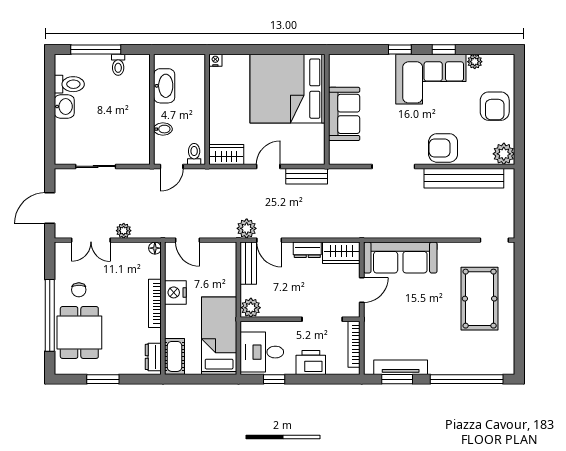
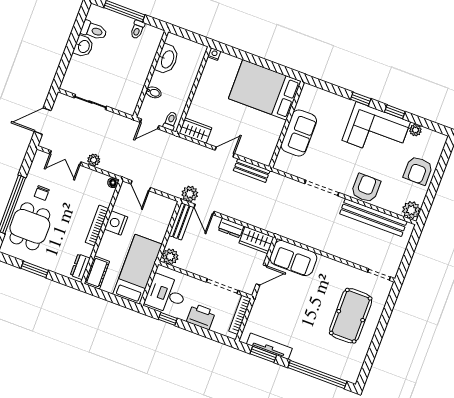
bed: (288, 89) -> (265, 90), width x0.73
armchair: (443, 148) -> (366, 188), turned 90
sofa: (400, 258) -> (293, 258), width x0.73

